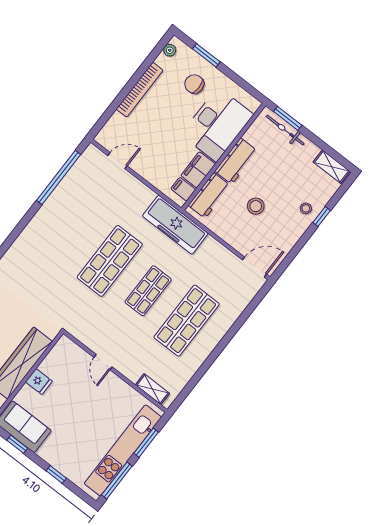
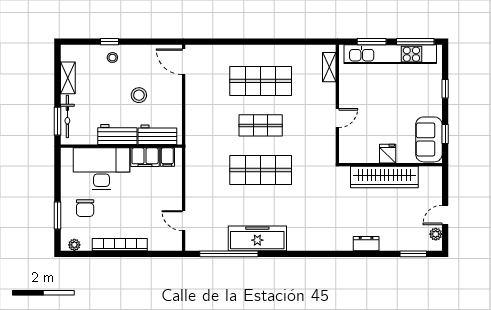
shelving: (332, 167) -> (68, 78), moved
freezer: (175, 225) -> (257, 238), moved, turned -90

